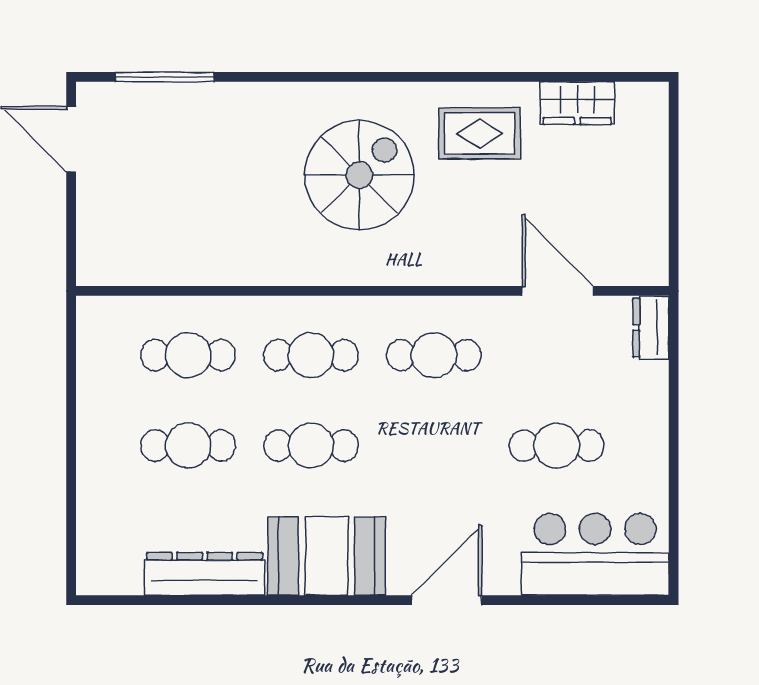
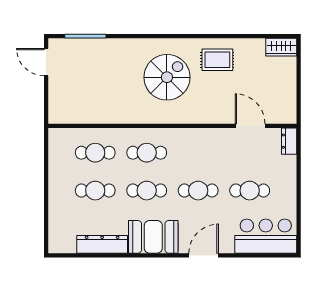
wardrobe: (577, 103) -> (281, 47), moved
cafe table: (434, 355) -> (198, 191), moved

